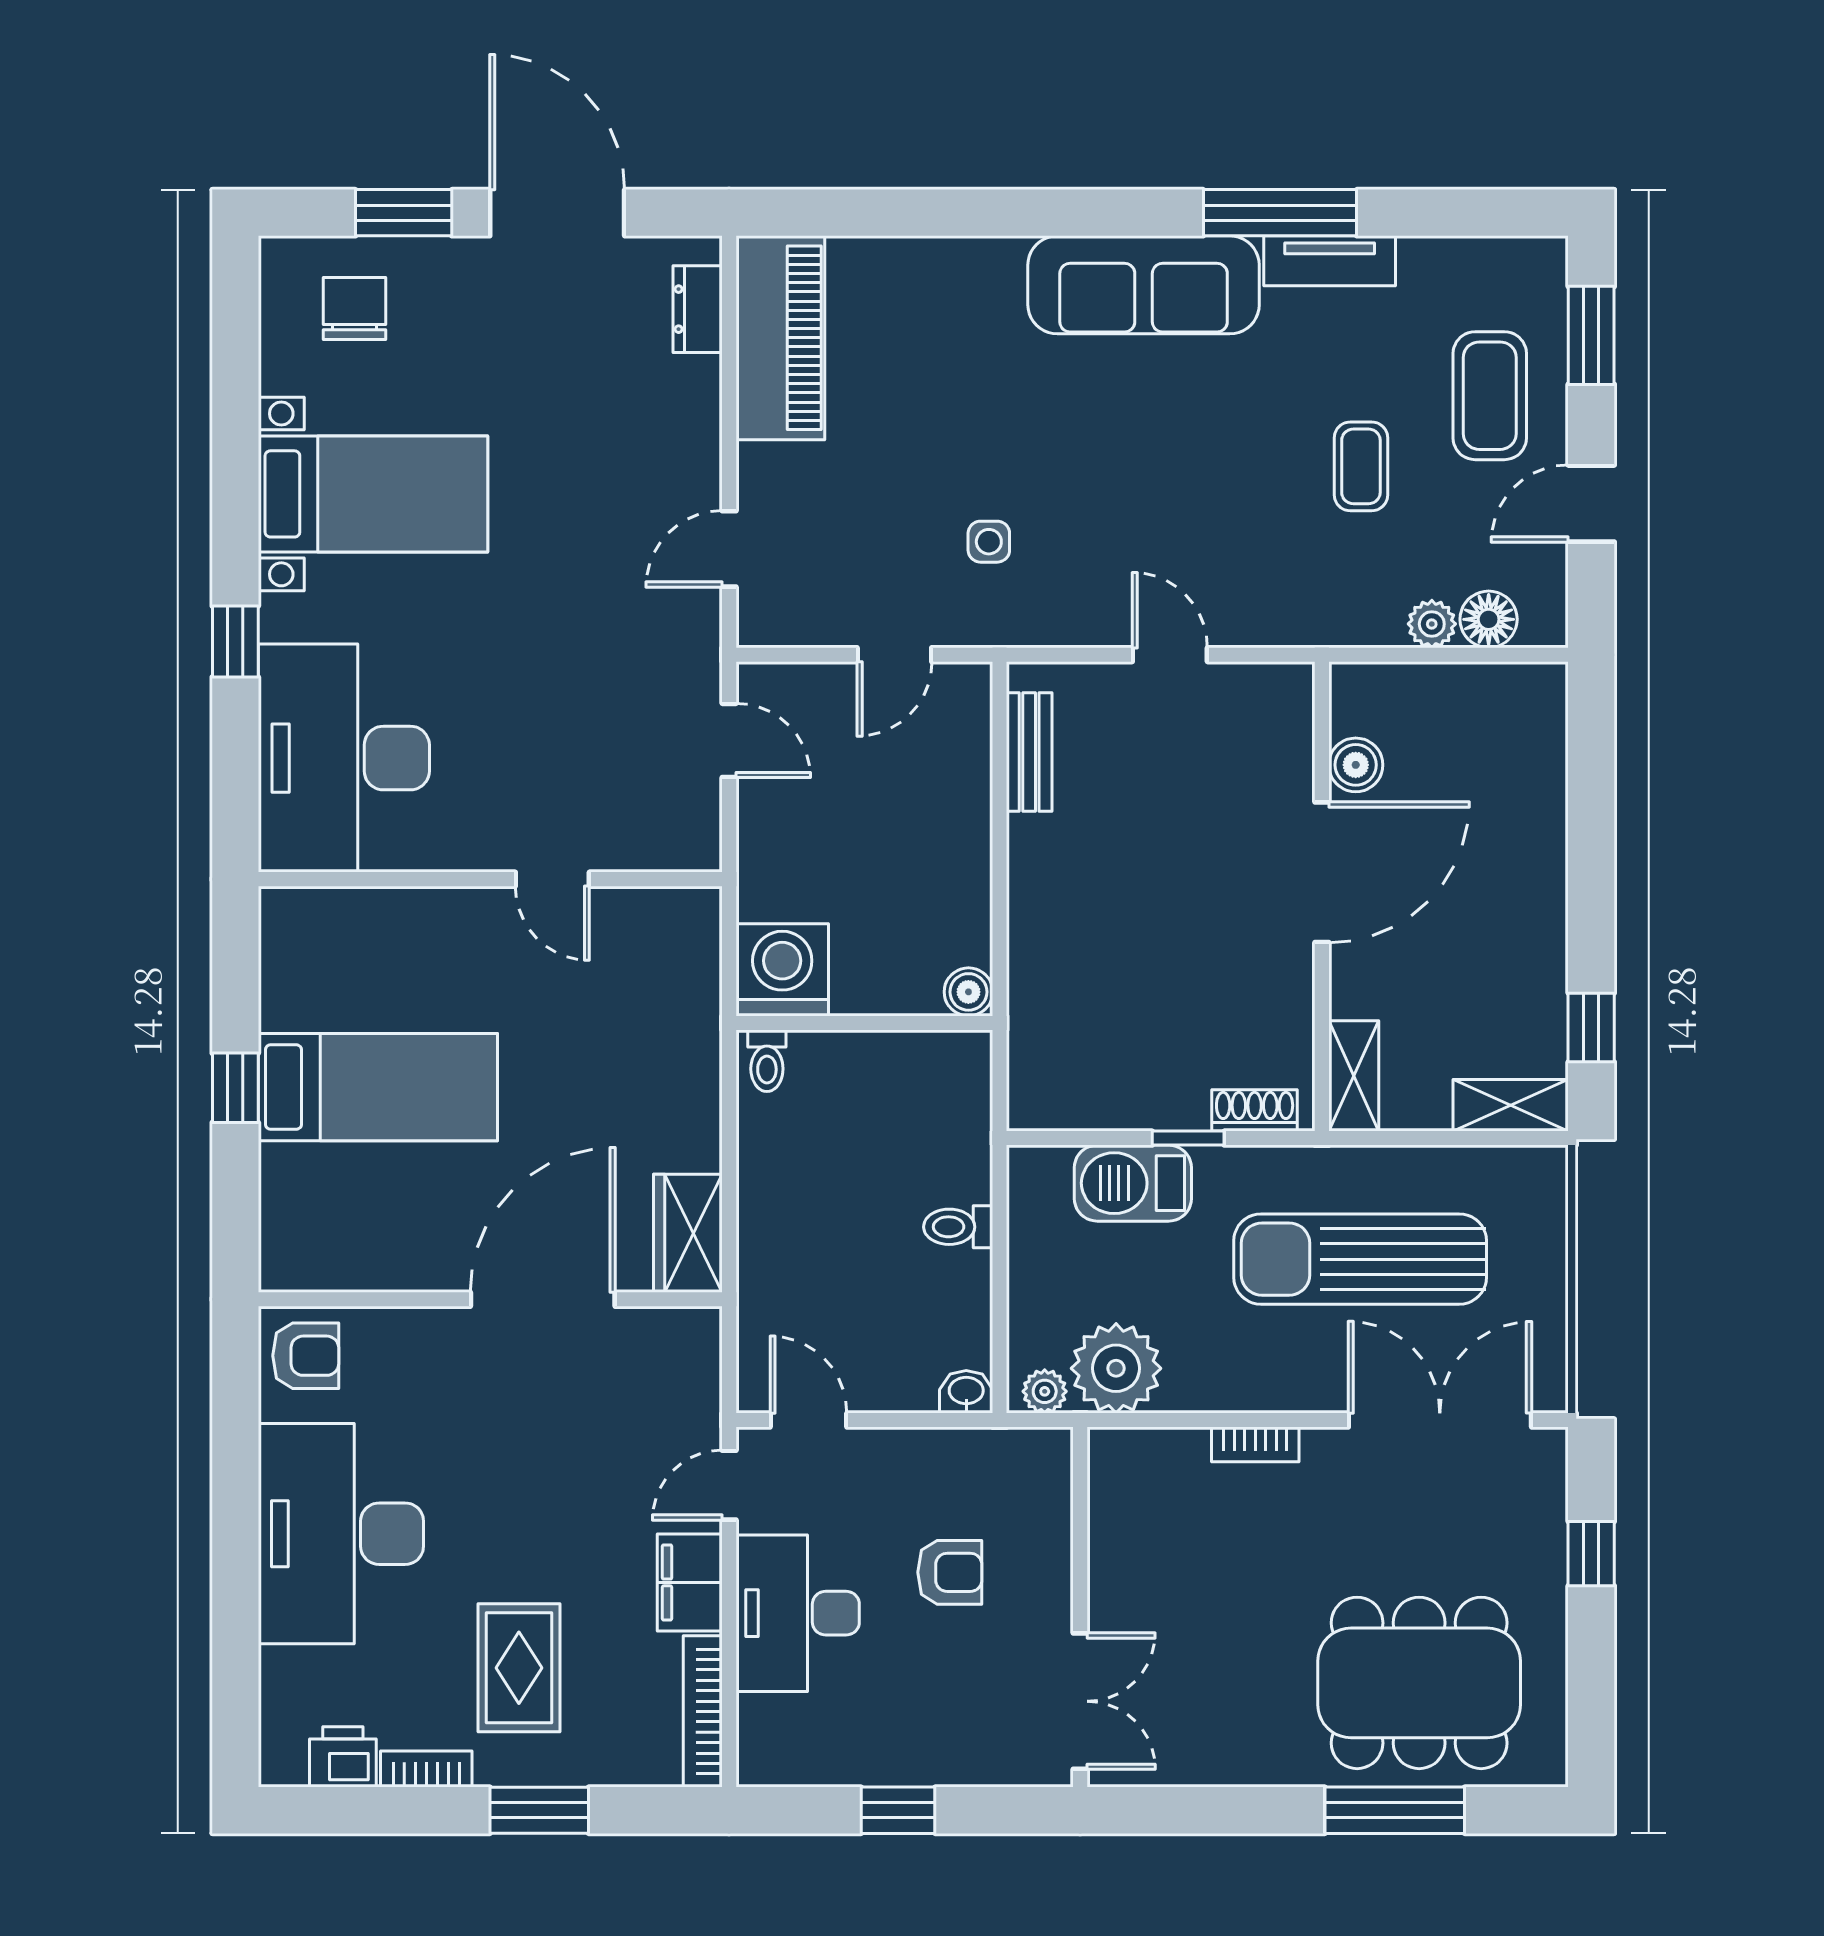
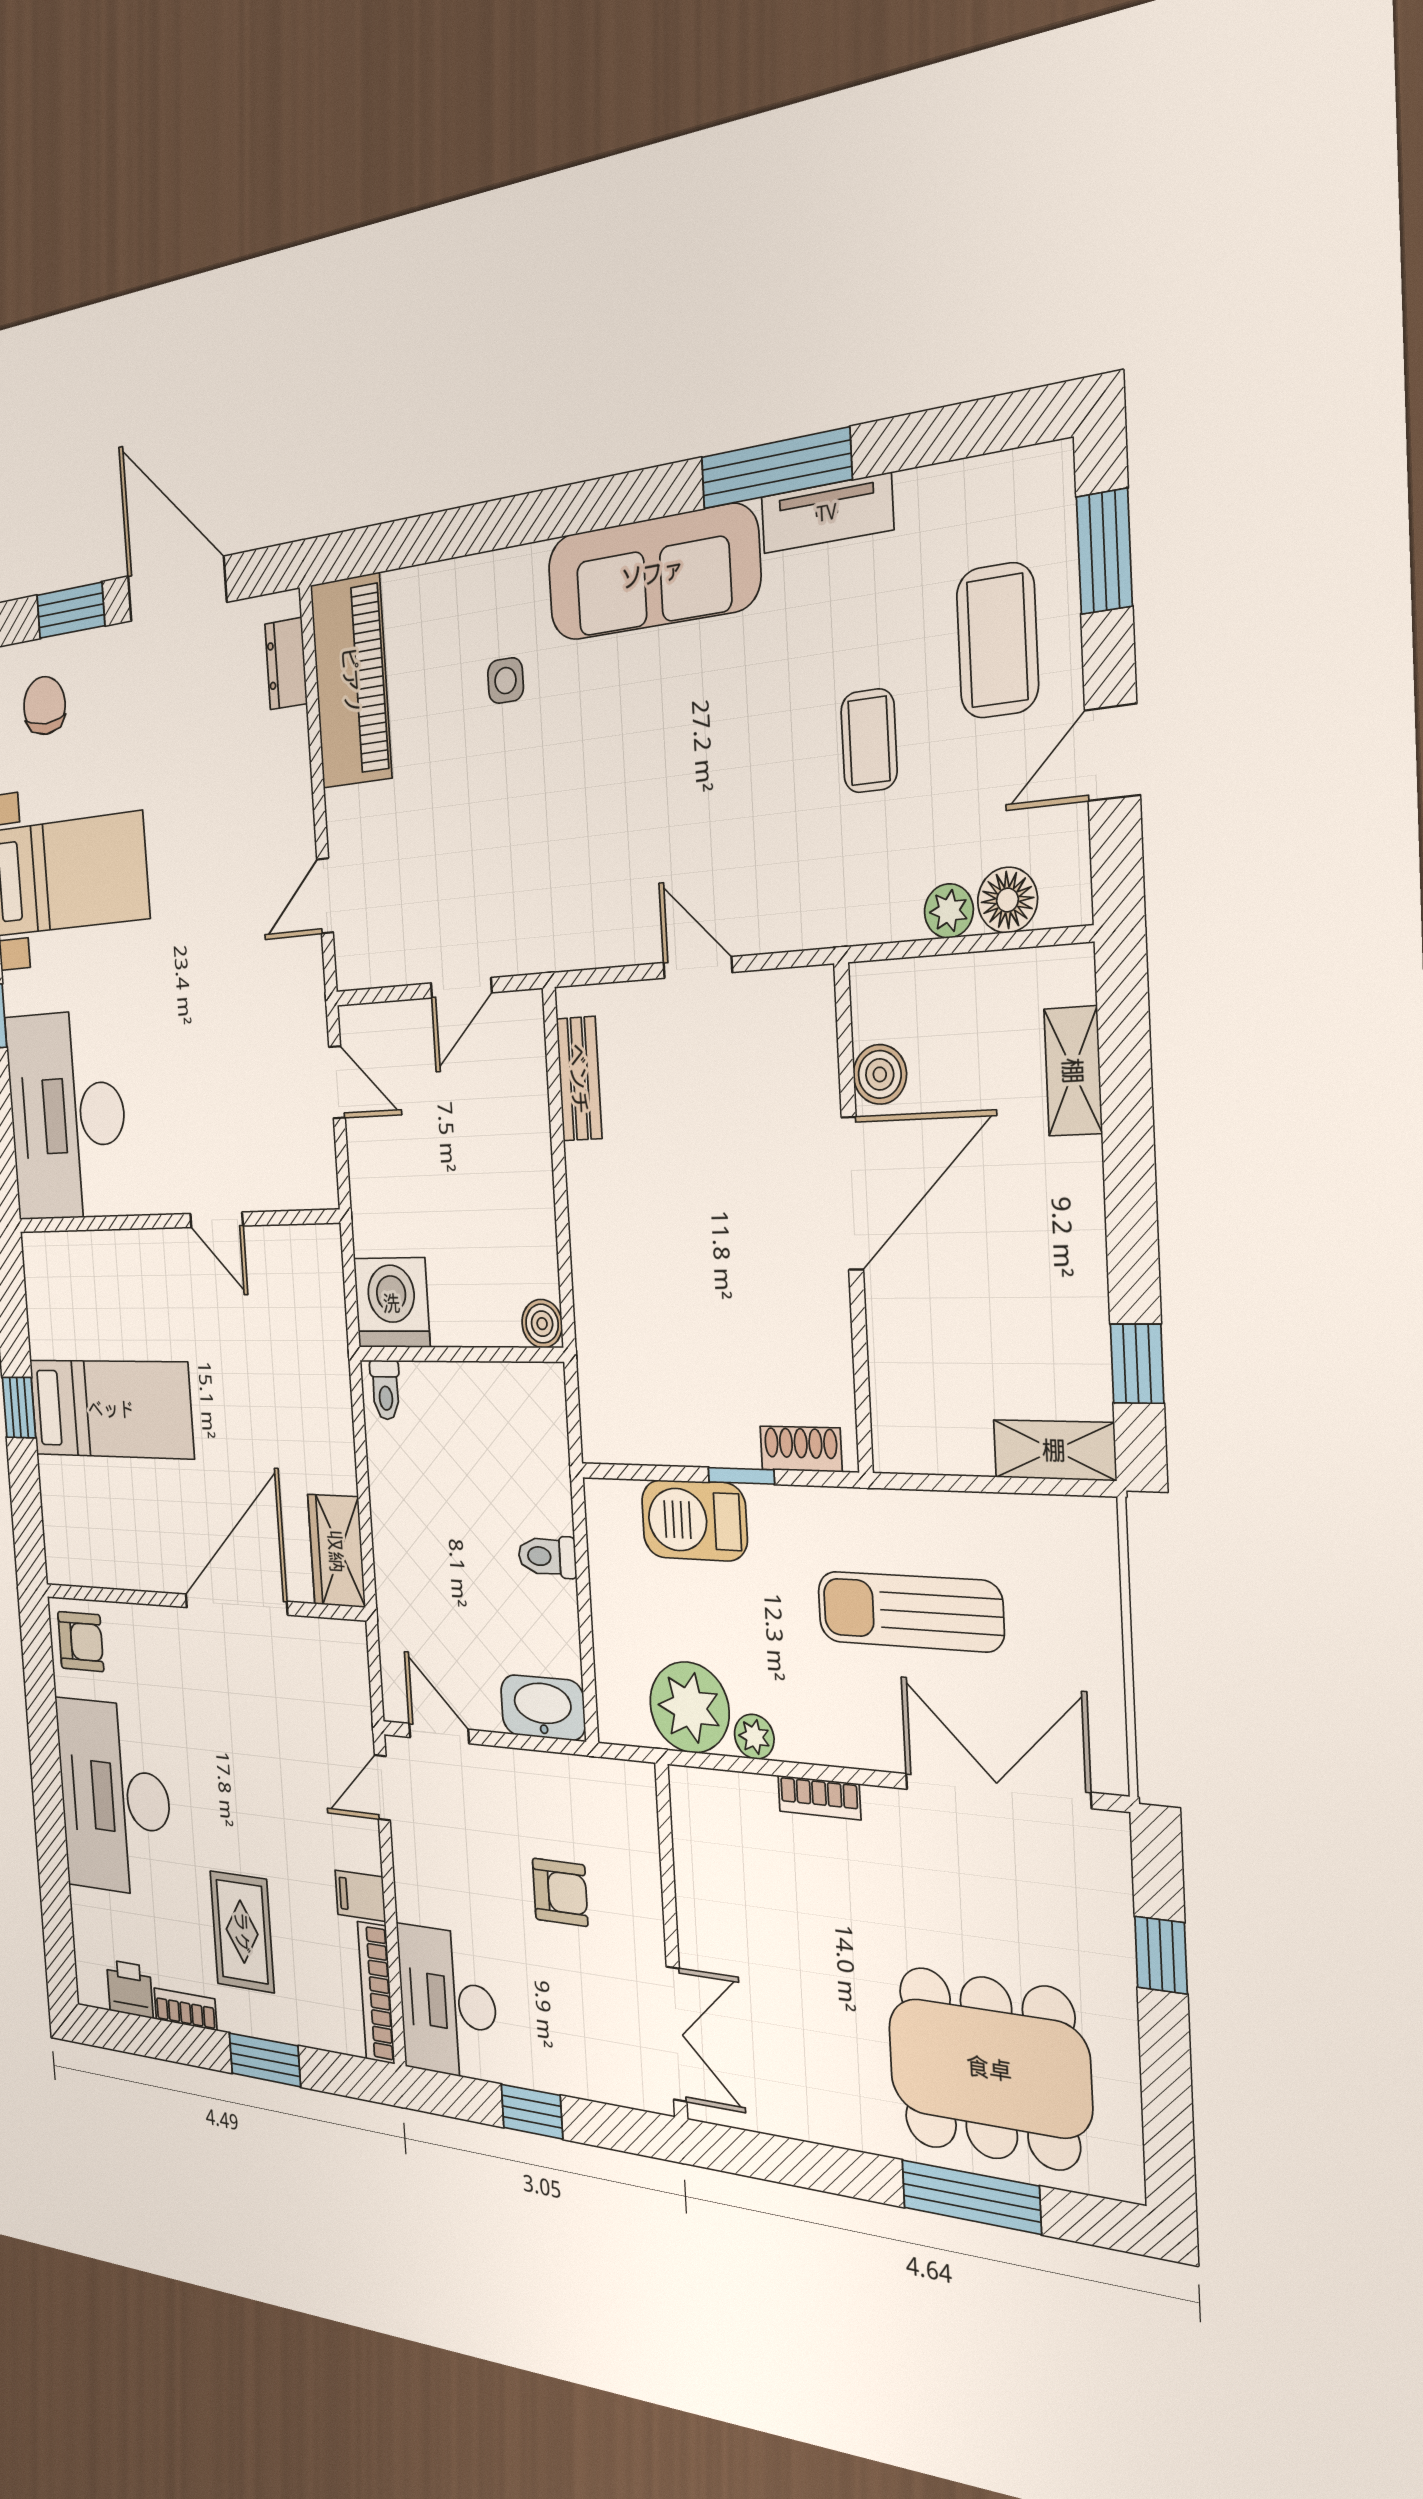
side table: (989, 542) -> (506, 681), moved
shelving: (1354, 1076) -> (1073, 1071), moved
sun lounger: (1360, 1259) -> (910, 1611), width x0.73, depth x0.75
plant: (1045, 1391) -> (754, 1737), moved
washbasin: (966, 1392) -> (543, 1708), width x1.91, depth x1.45
filing cabinet: (690, 1582) -> (360, 1896), width x0.50
desk: (798, 1613) -> (447, 2003), moved

